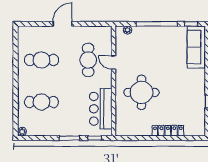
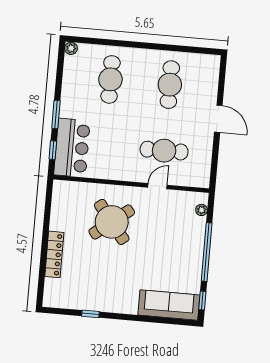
round table: (141, 92) -> (112, 222), turned -38
bar counter: (101, 109) -> (72, 148), moved, turned 90

